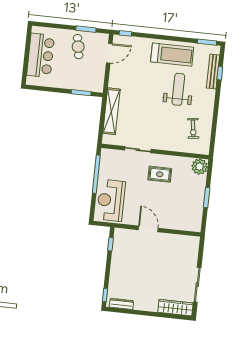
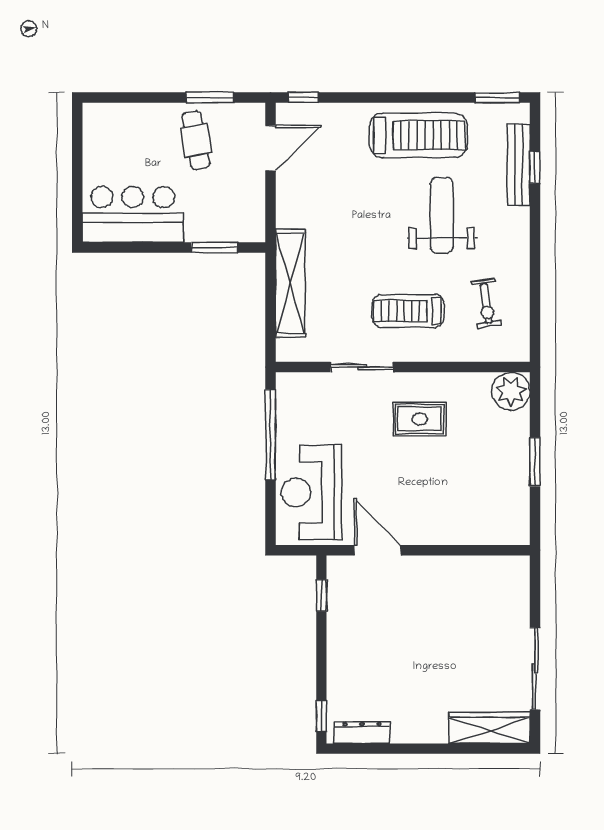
bar counter: (41, 55) -> (133, 214), moved, turned -90
treadmill: (160, 128) -> (408, 311), added
door: (148, 229) -> (378, 550), moved

